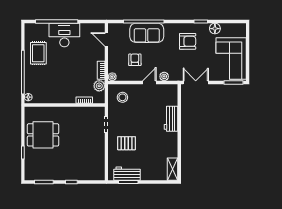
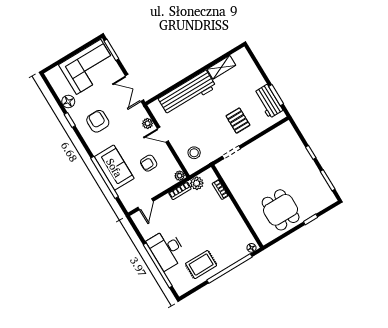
workbench: (171, 119) -> (187, 93), width x1.88, depth x1.32
shelving: (172, 169) -> (221, 67), moved

